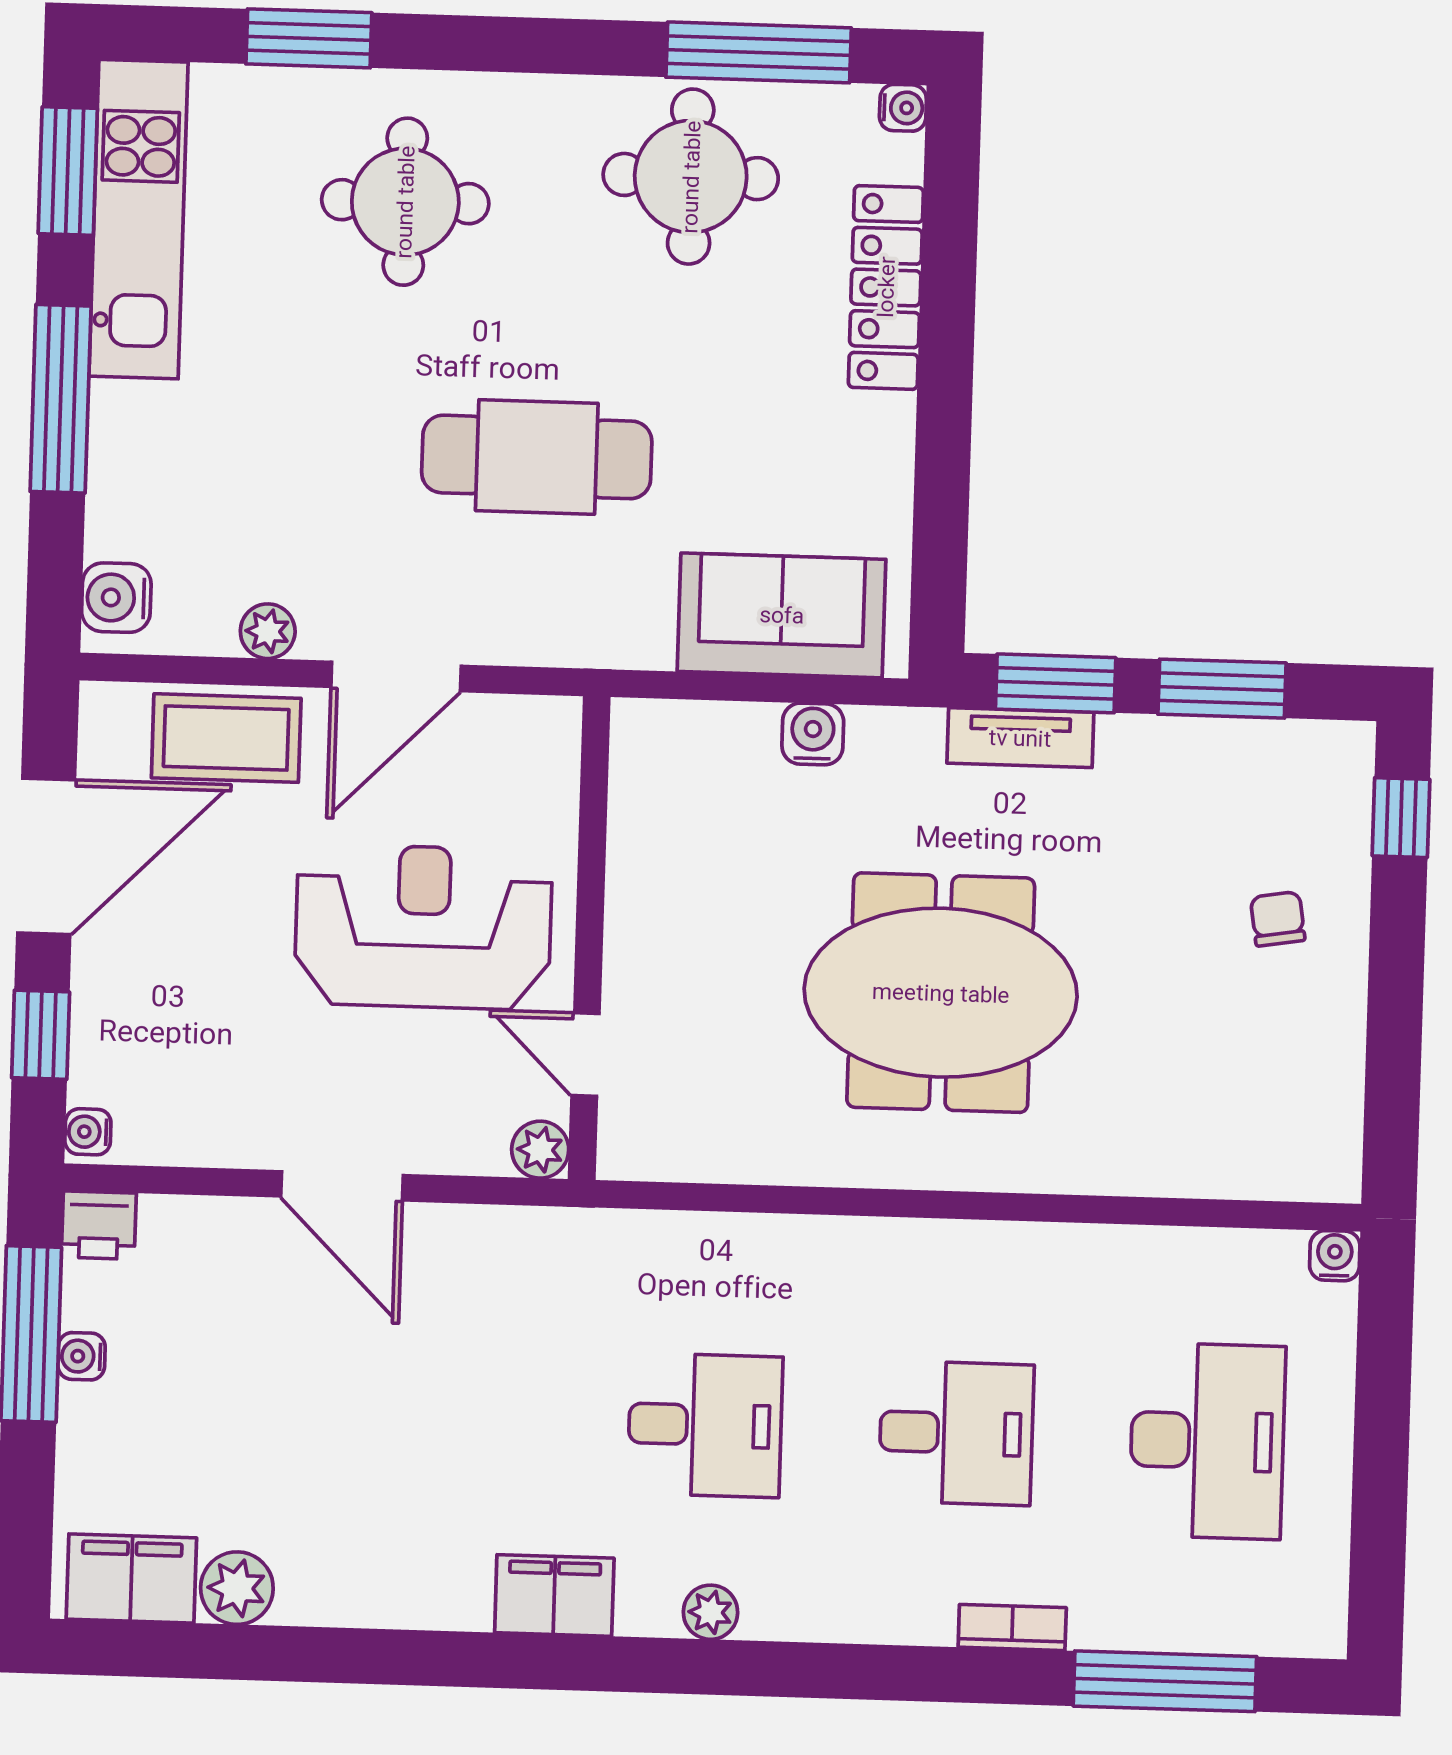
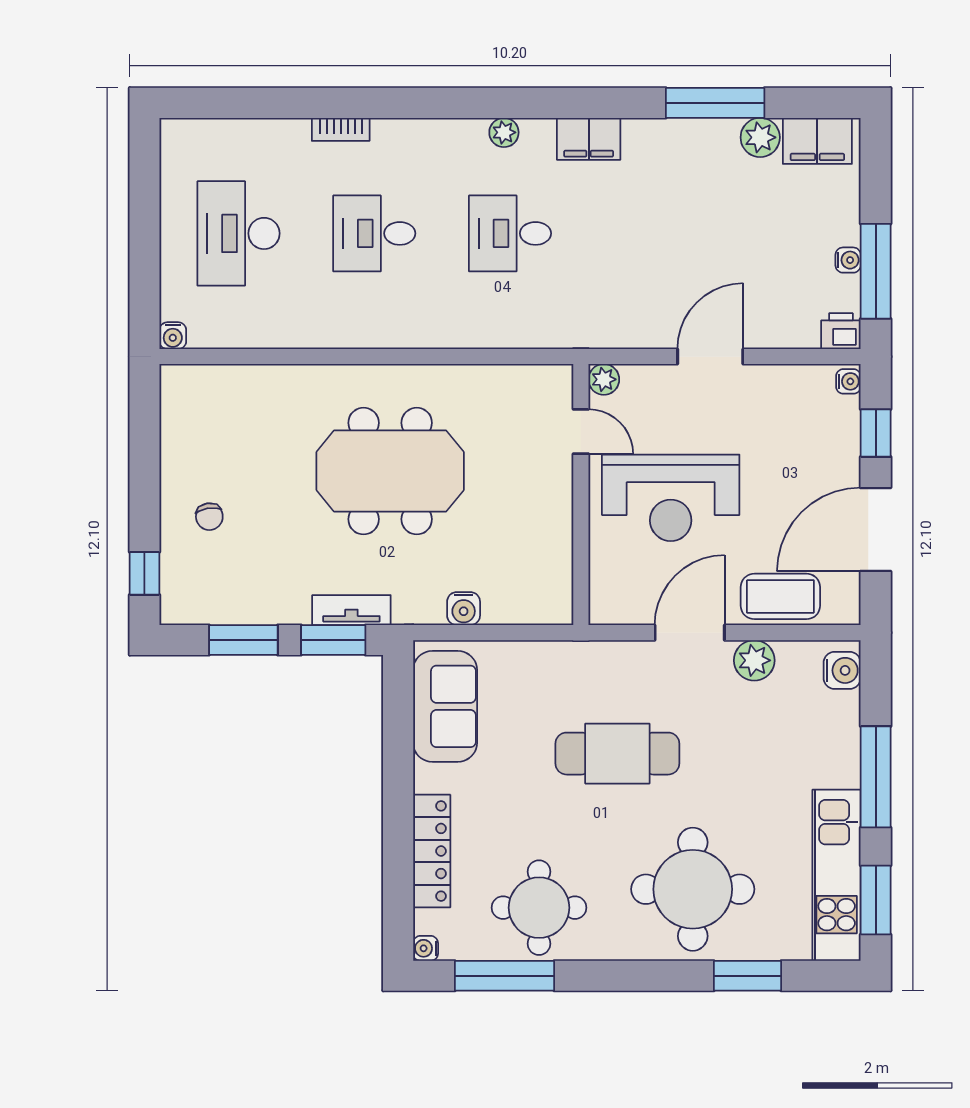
round table: (405, 202) -> (693, 889), width x1.36, depth x1.36
sofa: (782, 615) -> (445, 706), moved, turned -90
plant: (268, 631) -> (754, 660), width x1.38, depth x1.38
door: (342, 1186) -> (710, 357), hinge flipped
window: (1165, 1681) -> (715, 103), moved

